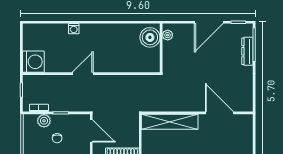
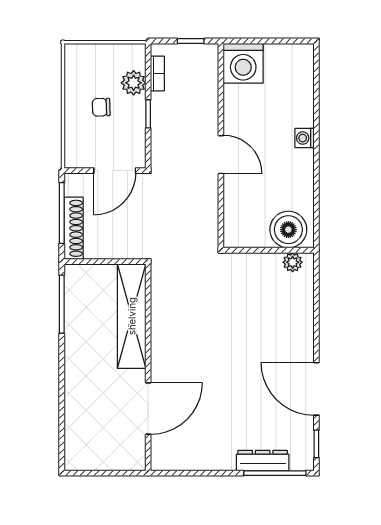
plant: (168, 35) -> (293, 262), moved
boiler: (150, 37) -> (288, 230), moved
wall: (161, 48) -> (269, 250), moved

